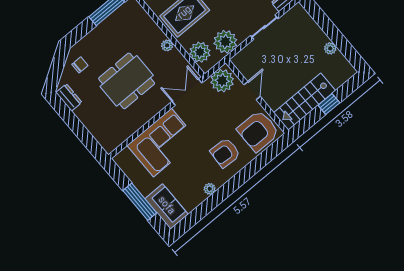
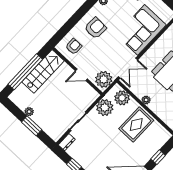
window: (329, 28) -> (32, 126), added
door: (252, 91) -> (81, 75), hinge flipped
window: (329, 104) -> (25, 72), width x3.17
armchair: (258, 131) -> (74, 46), width x0.53, depth x0.53

